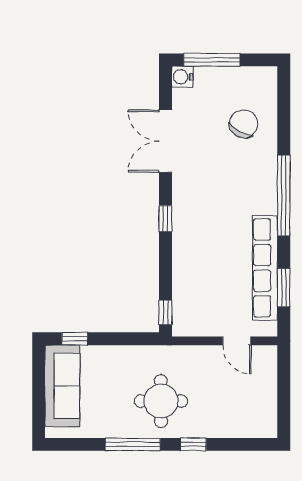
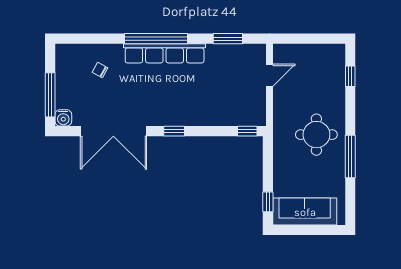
chair: (244, 124) -> (100, 70), width x0.54, depth x0.54
double door: (165, 141) -> (113, 131), width x1.36
row of seats: (265, 268) -> (165, 53), moved
window: (193, 444) -> (350, 76), moved

